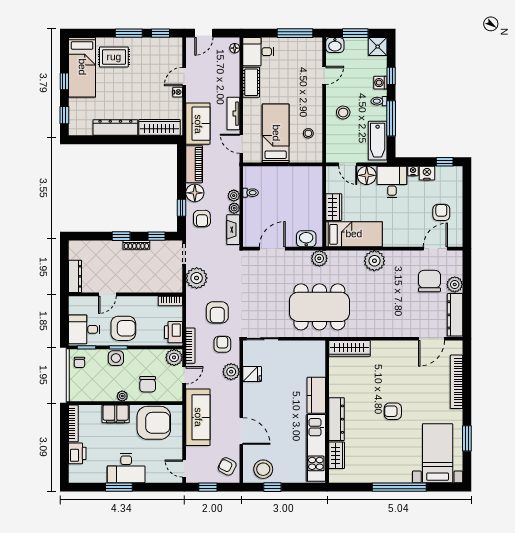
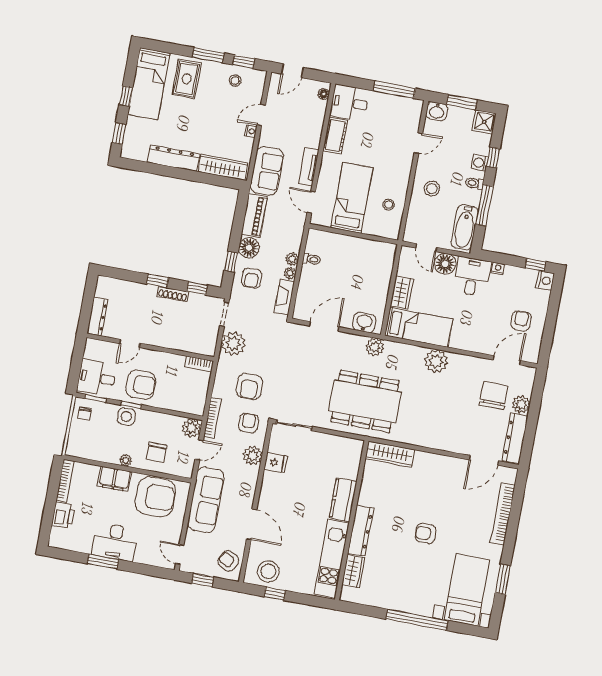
stool: (156, 51) -> (235, 81), added
rug: (114, 57) -> (187, 79), turned 90
nightstand: (427, 173) -> (545, 280), moved, turned 90
printer: (173, 332) -> (196, 399), removed

